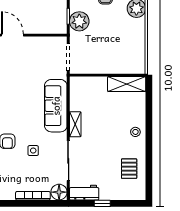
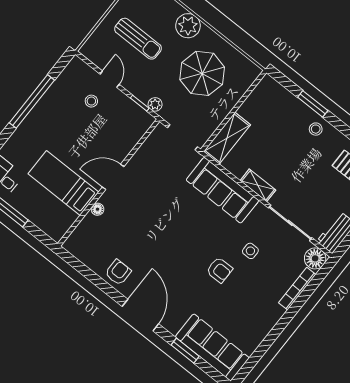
plant: (79, 21) -> (155, 104), width x0.53, depth x0.53
parasol: (115, 39) -> (202, 73), added
shelving: (127, 84) -> (227, 138), moved
window: (149, 118) -> (313, 104), added

